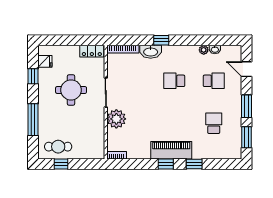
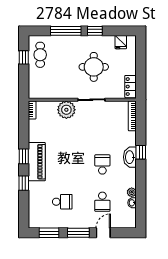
washbasin: (151, 52) -> (130, 157), moved
door: (247, 69) -> (103, 233), moved
window: (33, 76) -> (95, 31), moved

